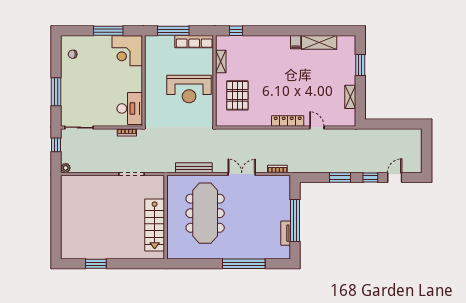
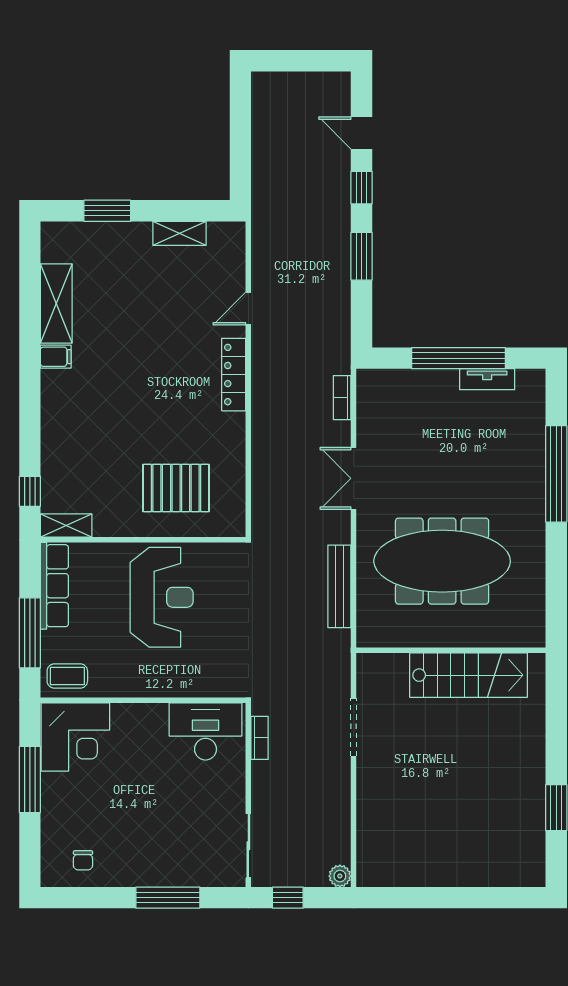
coffee table: (154, 47) -> (67, 676), added
shelving: (221, 61) -> (66, 525), moved

